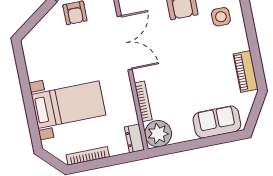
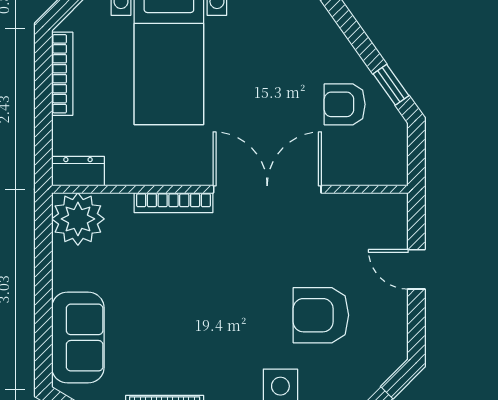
double door: (125, 43) -> (267, 189), swing flipped
bookcase: (143, 101) -> (173, 203), moved

